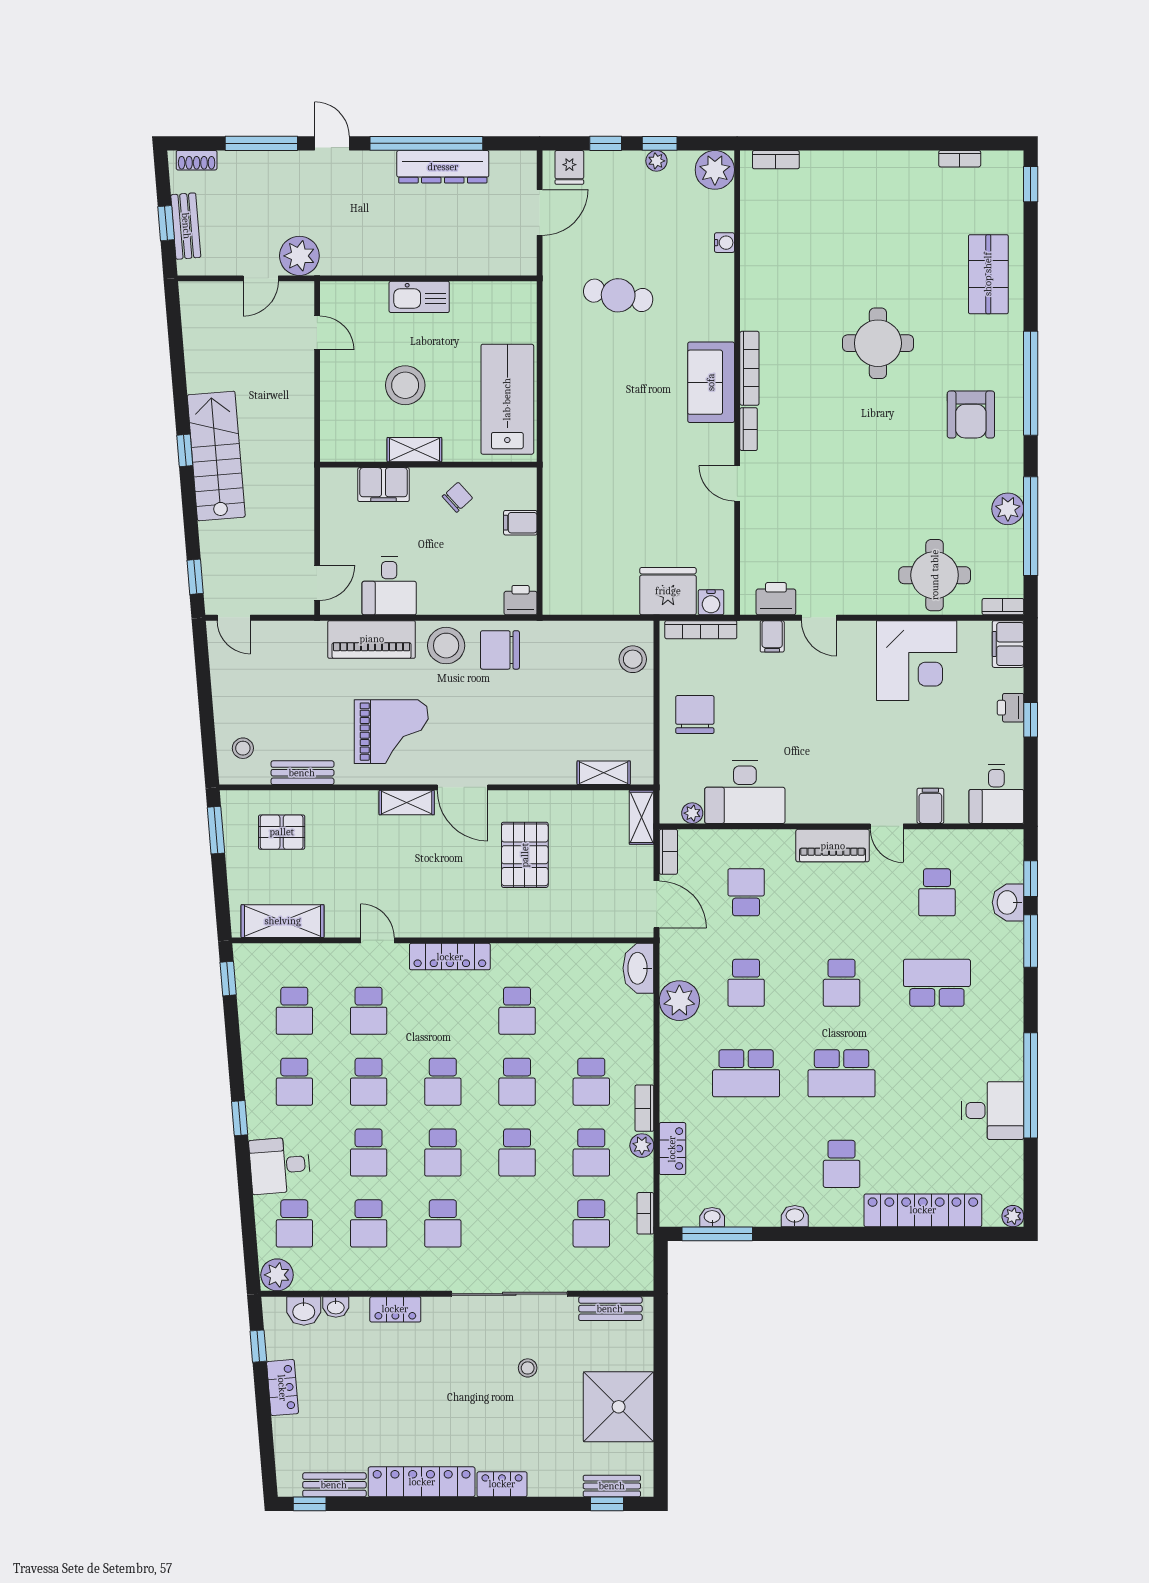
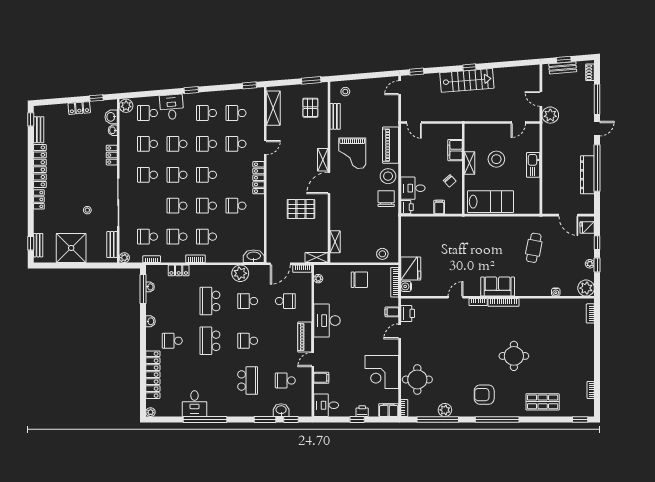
desk: (389, 586) -> (413, 188), moved
desk: (745, 792) -> (327, 321), moved
plant: (642, 1146) -> (124, 258), moved

